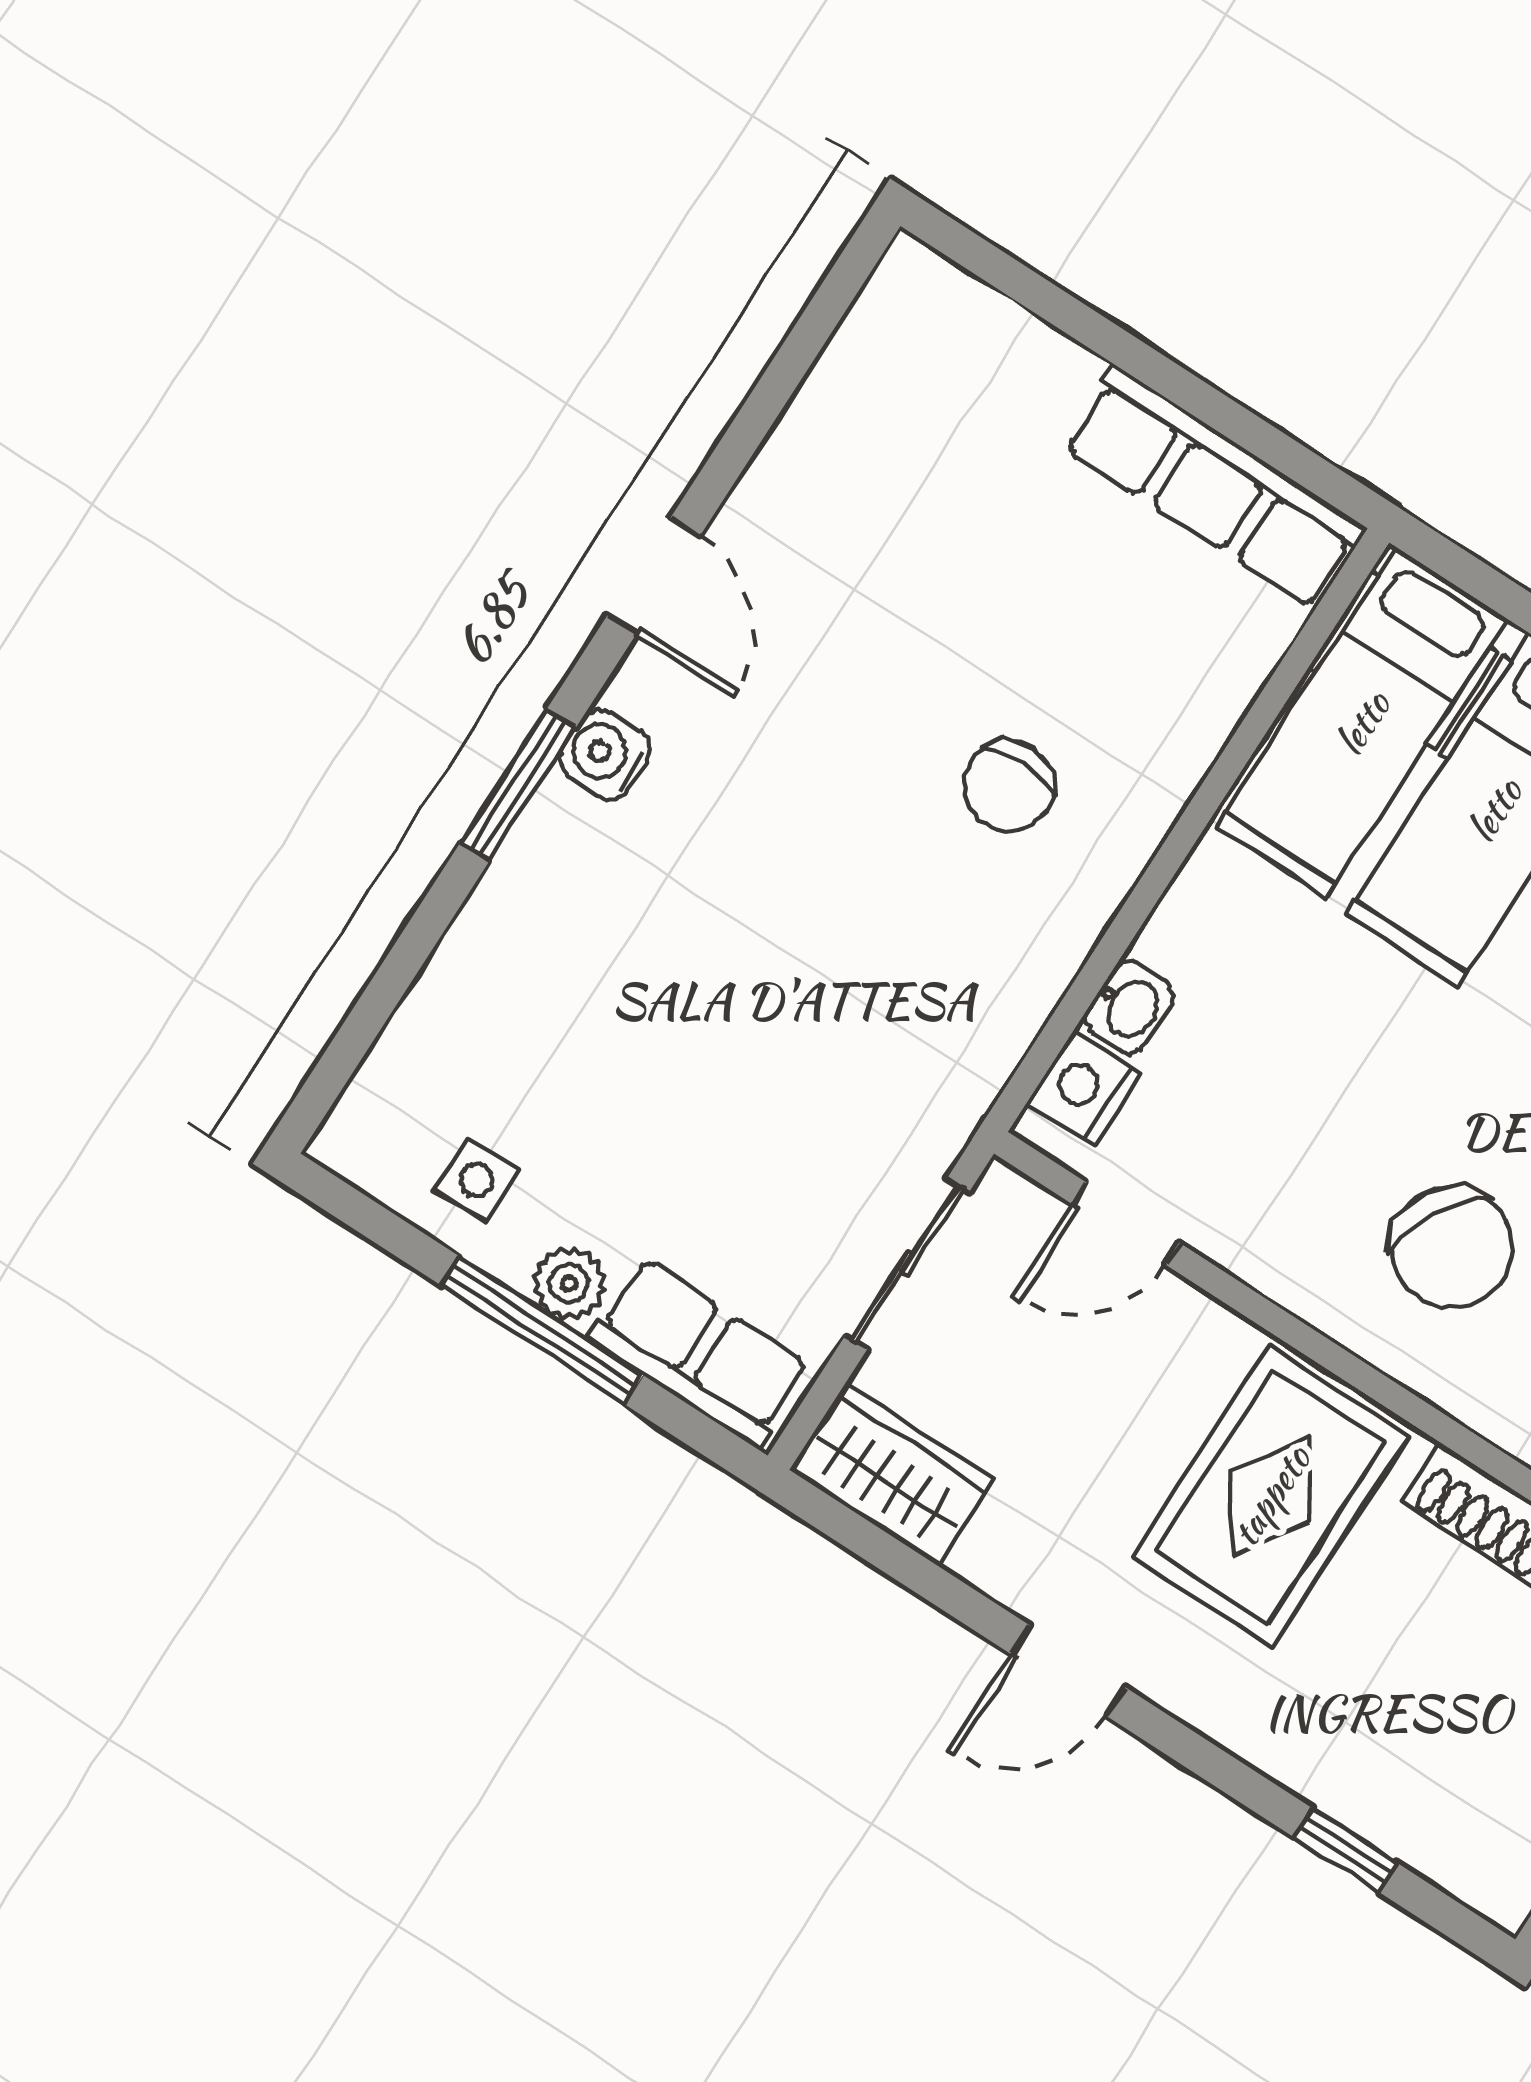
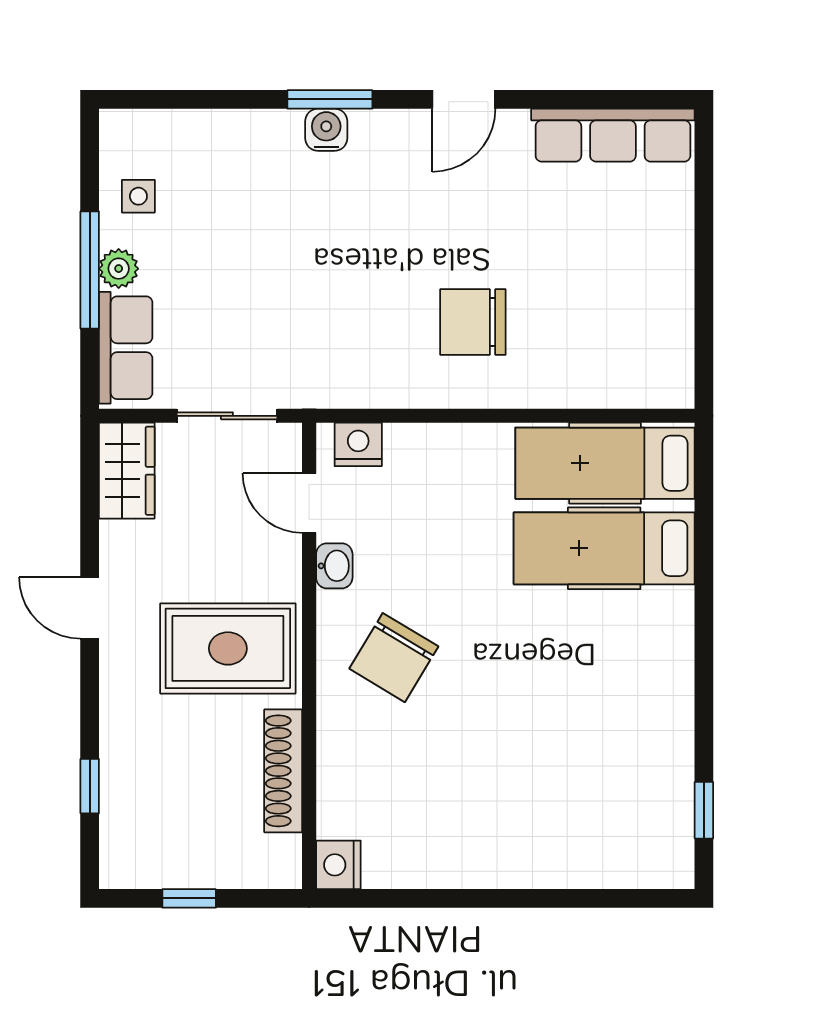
row of seats: (1214, 487) -> (613, 135), moved, turned -90
water cooler: (605, 754) -> (326, 130), moved
chair: (1009, 786) -> (473, 322), width x1.37, depth x1.37
washbasin: (1129, 1007) -> (334, 566), moved, turned -90

